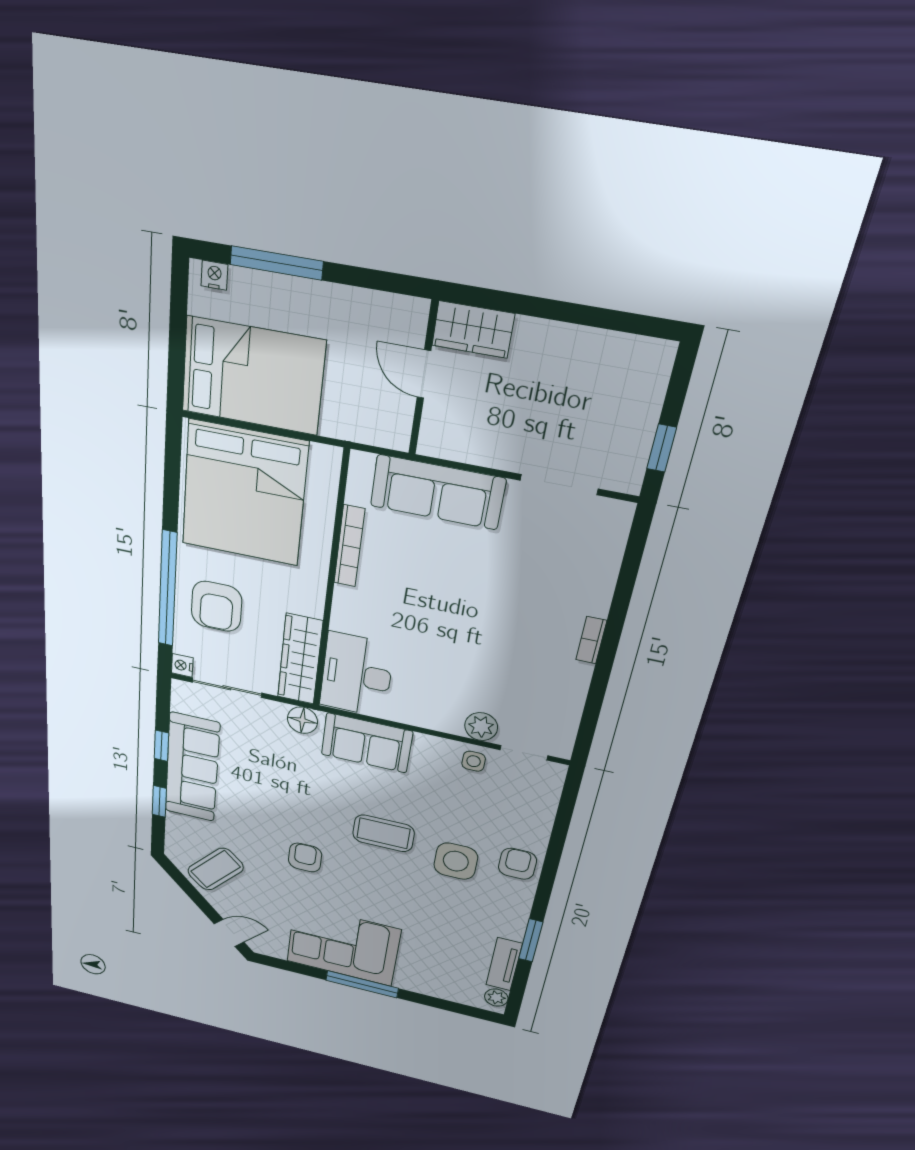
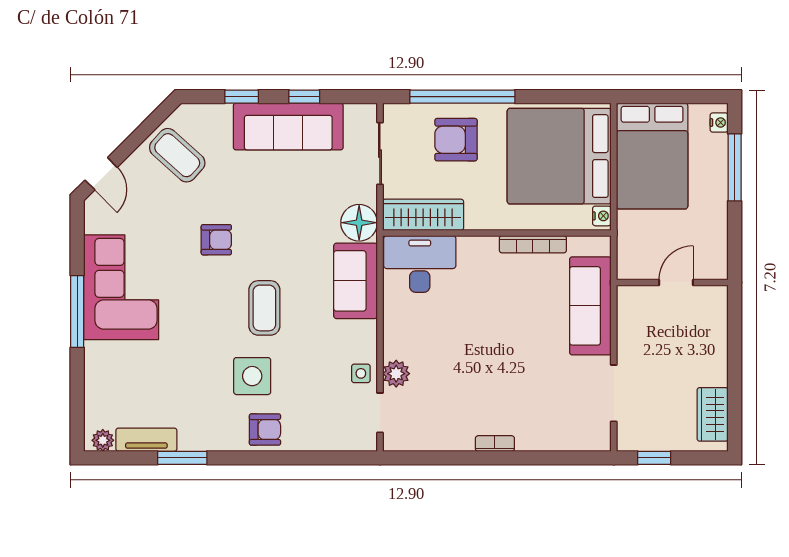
wardrobe: (473, 330) -> (713, 414), moved
nightstand: (182, 665) -> (602, 216), moved, turned 90
floor lamp: (302, 720) -> (359, 223), width x1.38, depth x1.38

